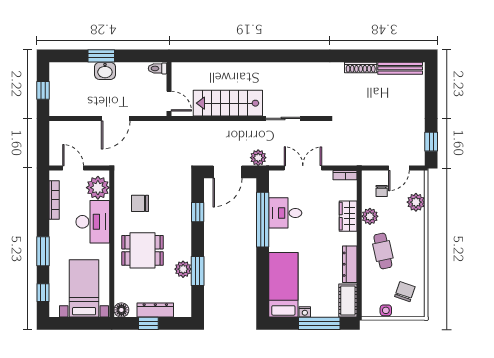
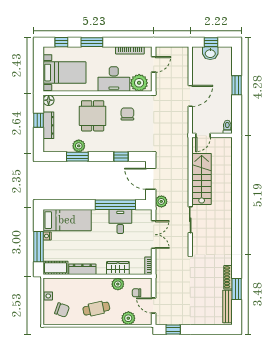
window: (377, 56) -> (237, 289), added
washbasin: (105, 71) -> (210, 53), moved, turned -90
door: (116, 118) -> (190, 96), swing flipped
cafe table: (383, 251) -> (96, 309), moved

